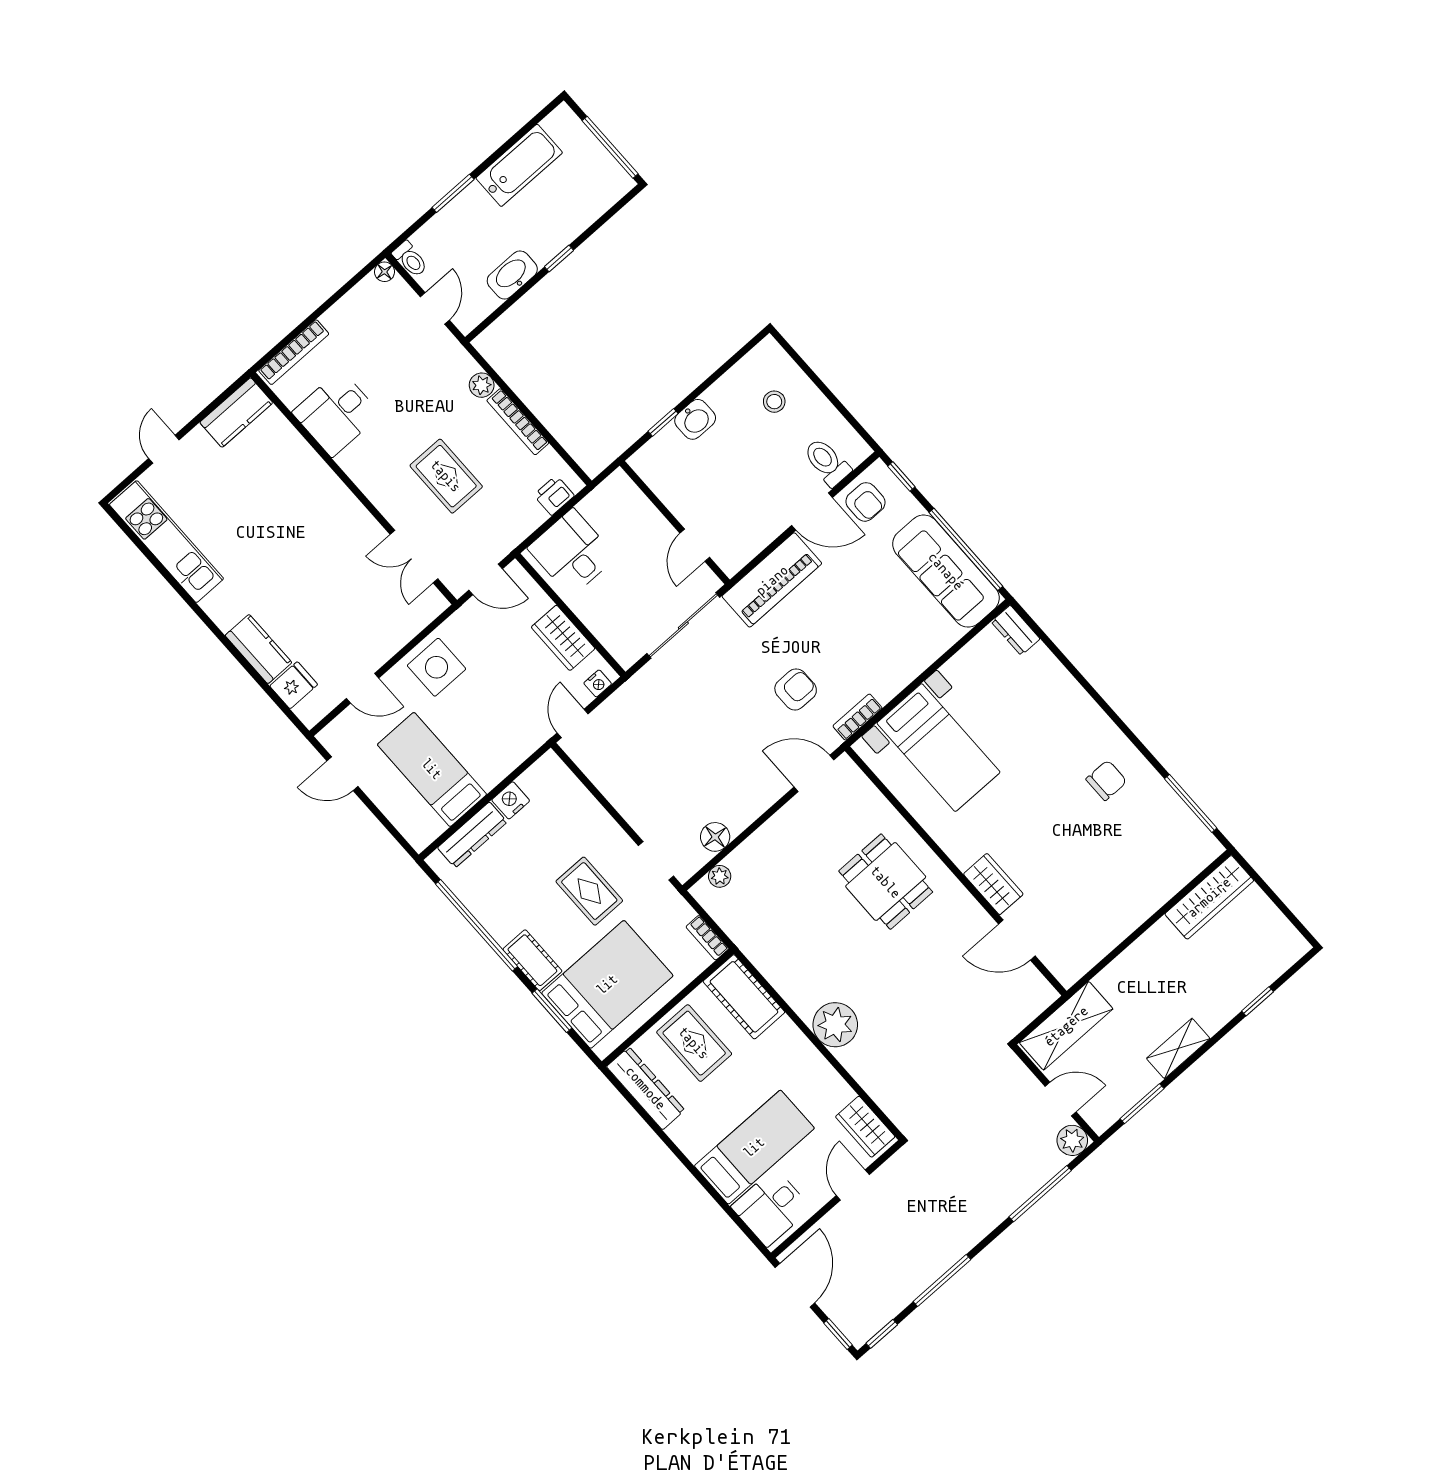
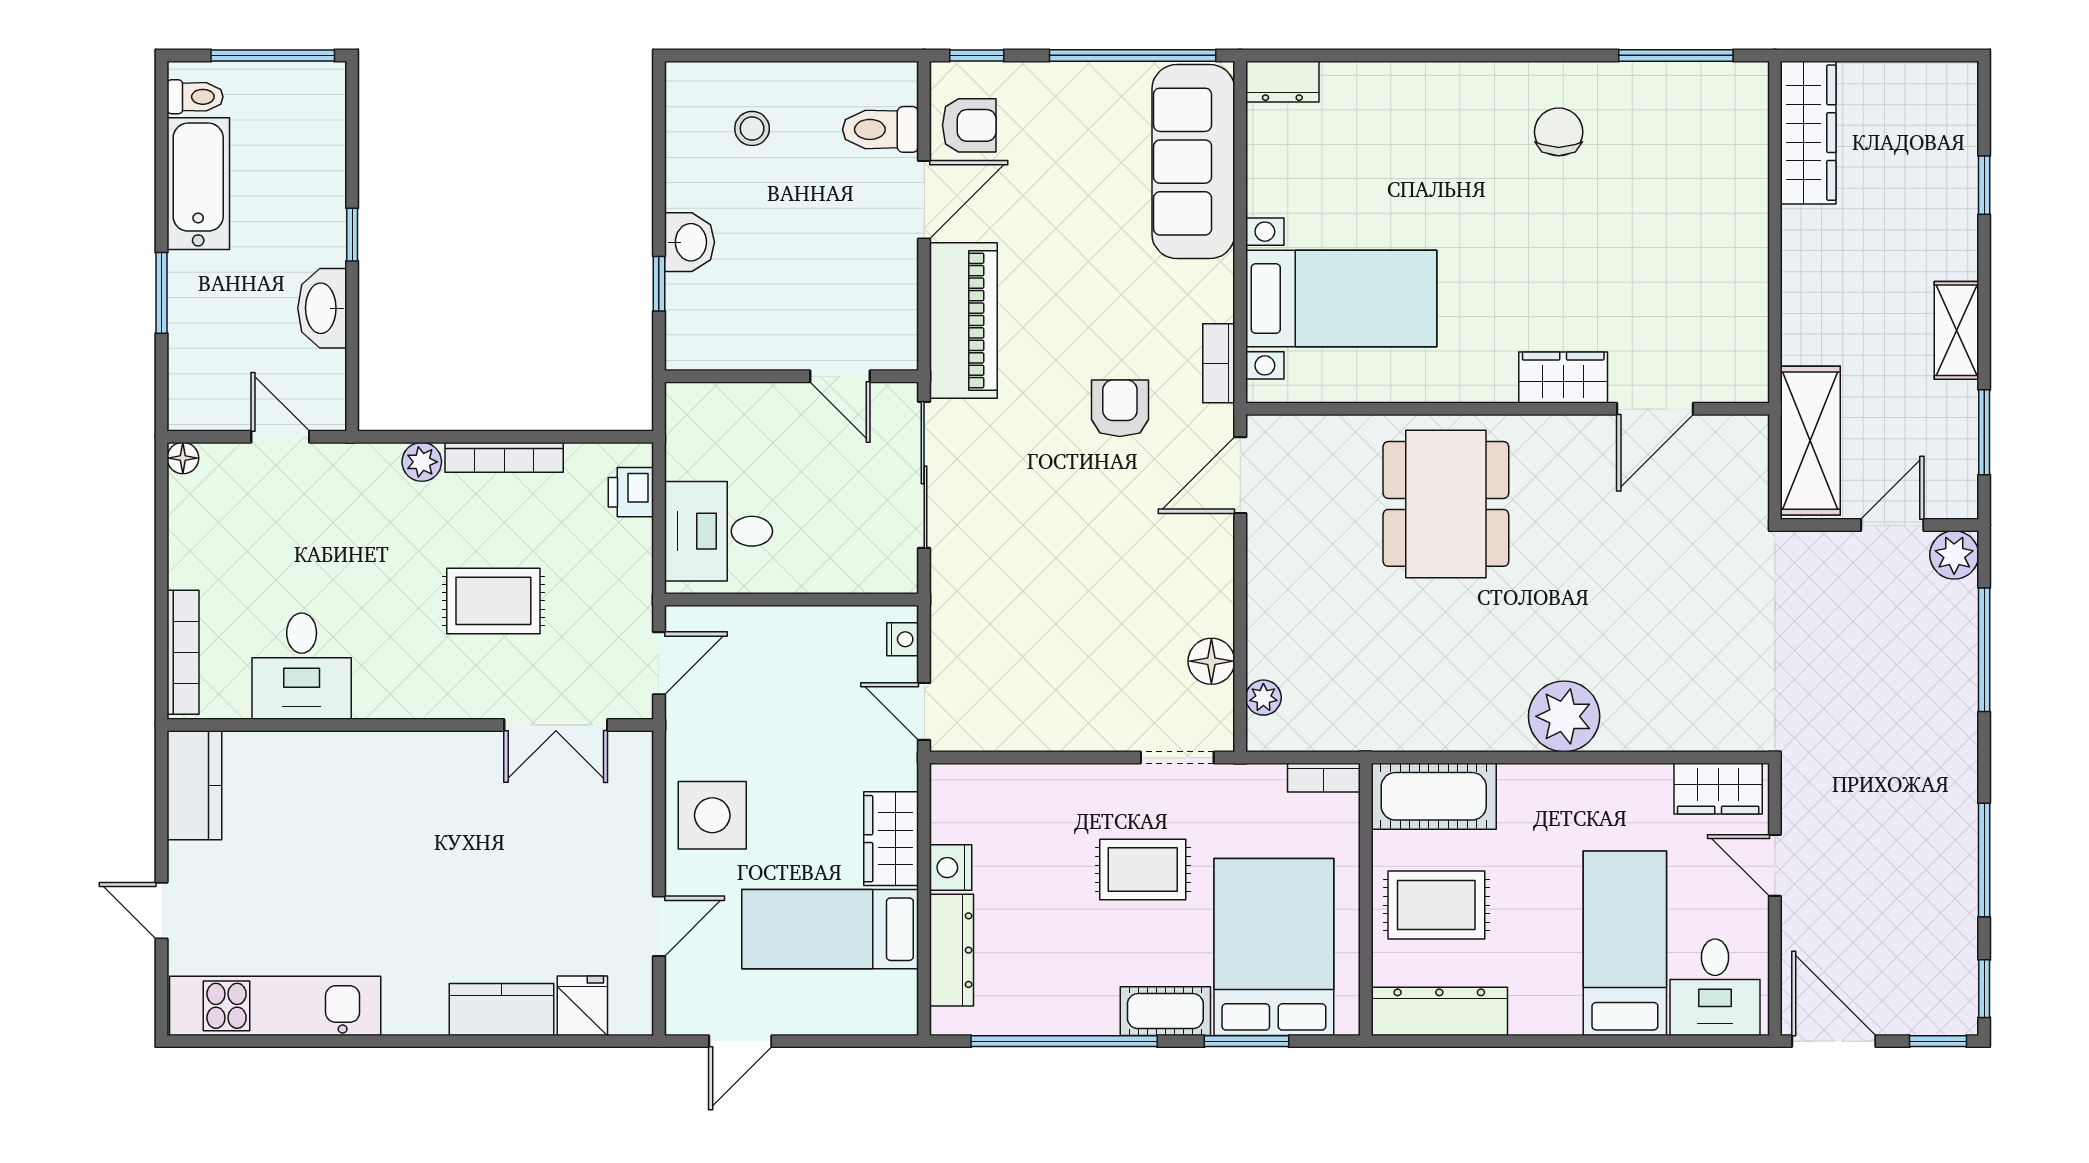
toilet: (410, 259) -> (195, 97), moved
sofa: (946, 571) -> (1193, 162), moved, turned 90
wardrobe: (563, 638) -> (891, 839), moved, turned 90
dining table: (886, 882) -> (1446, 504), width x1.38

